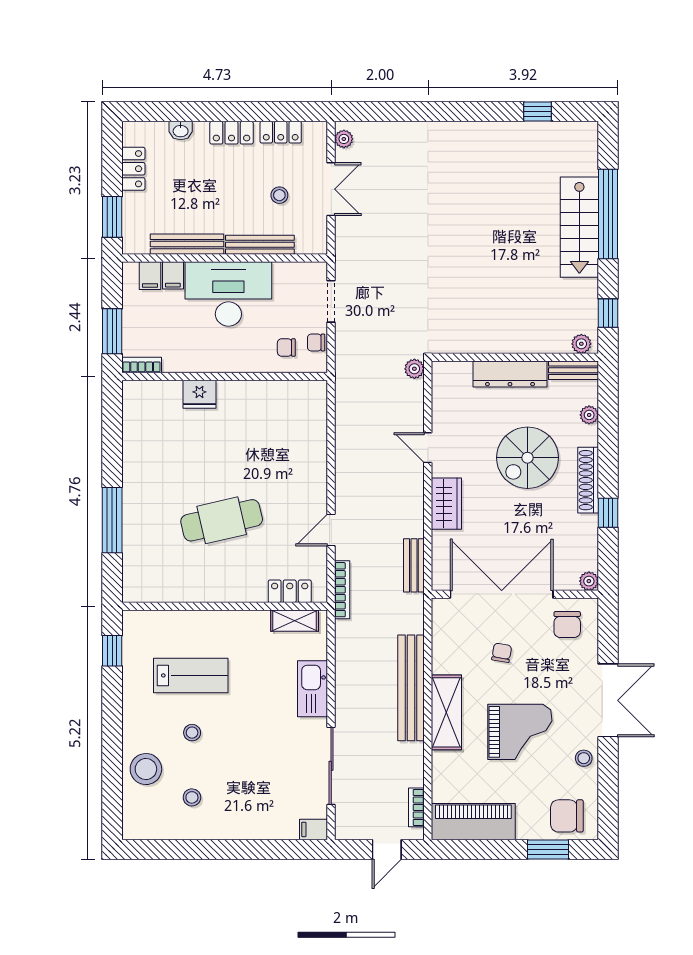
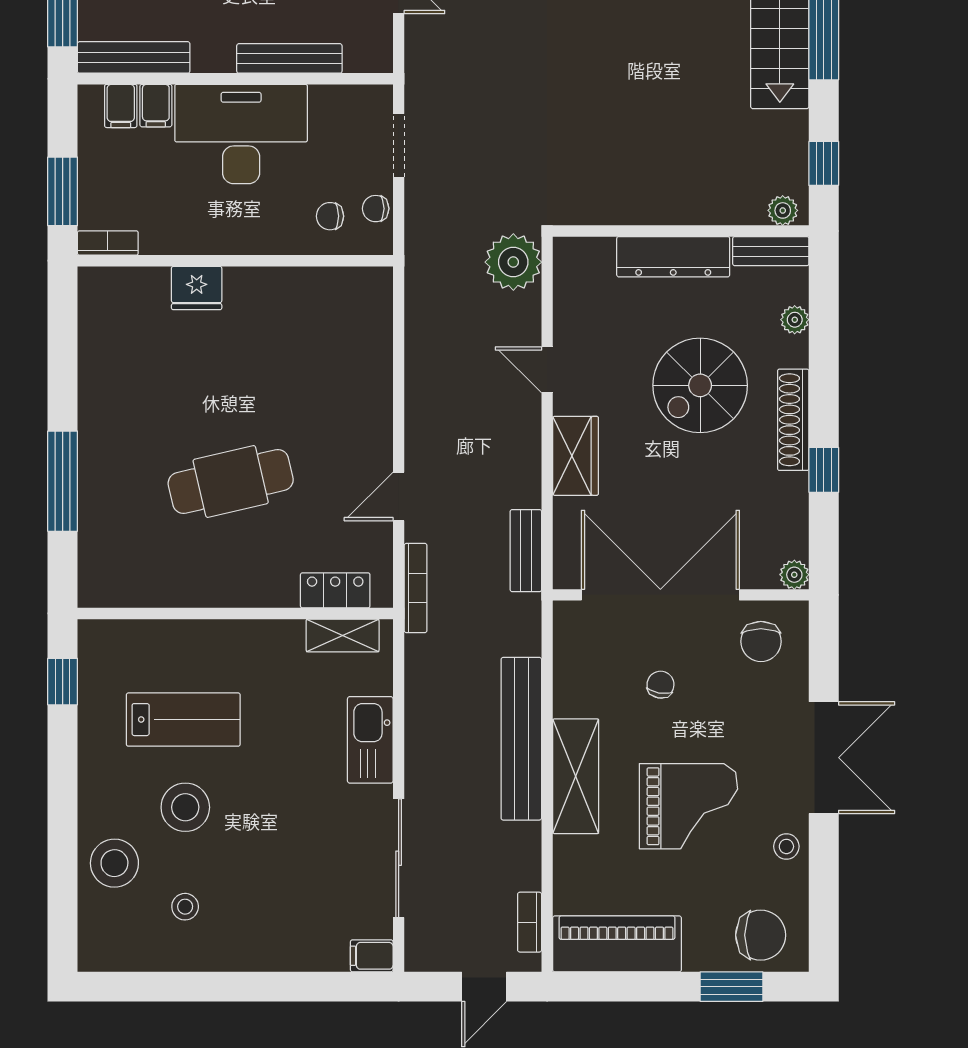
bench: (187, 244) -> (134, 57), moved
plant: (414, 369) -> (513, 262), width x1.88, depth x1.88
stool: (192, 733) -> (185, 807), width x1.89, depth x1.89
chair: (567, 816) -> (761, 935), turned 180

